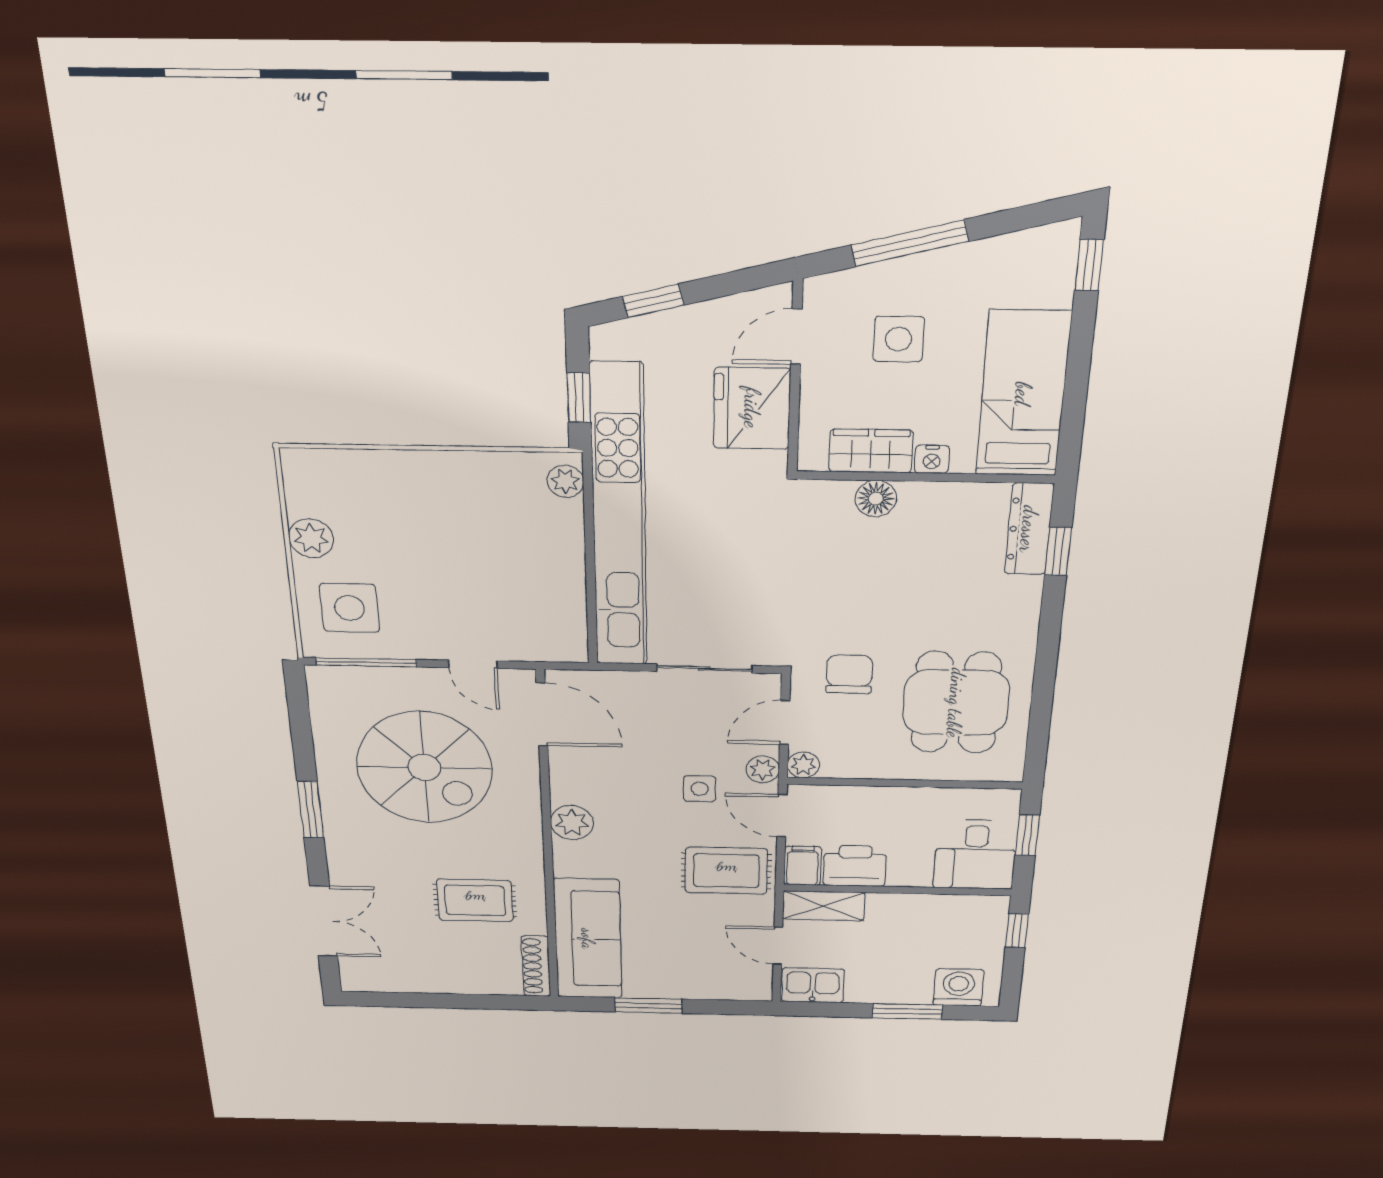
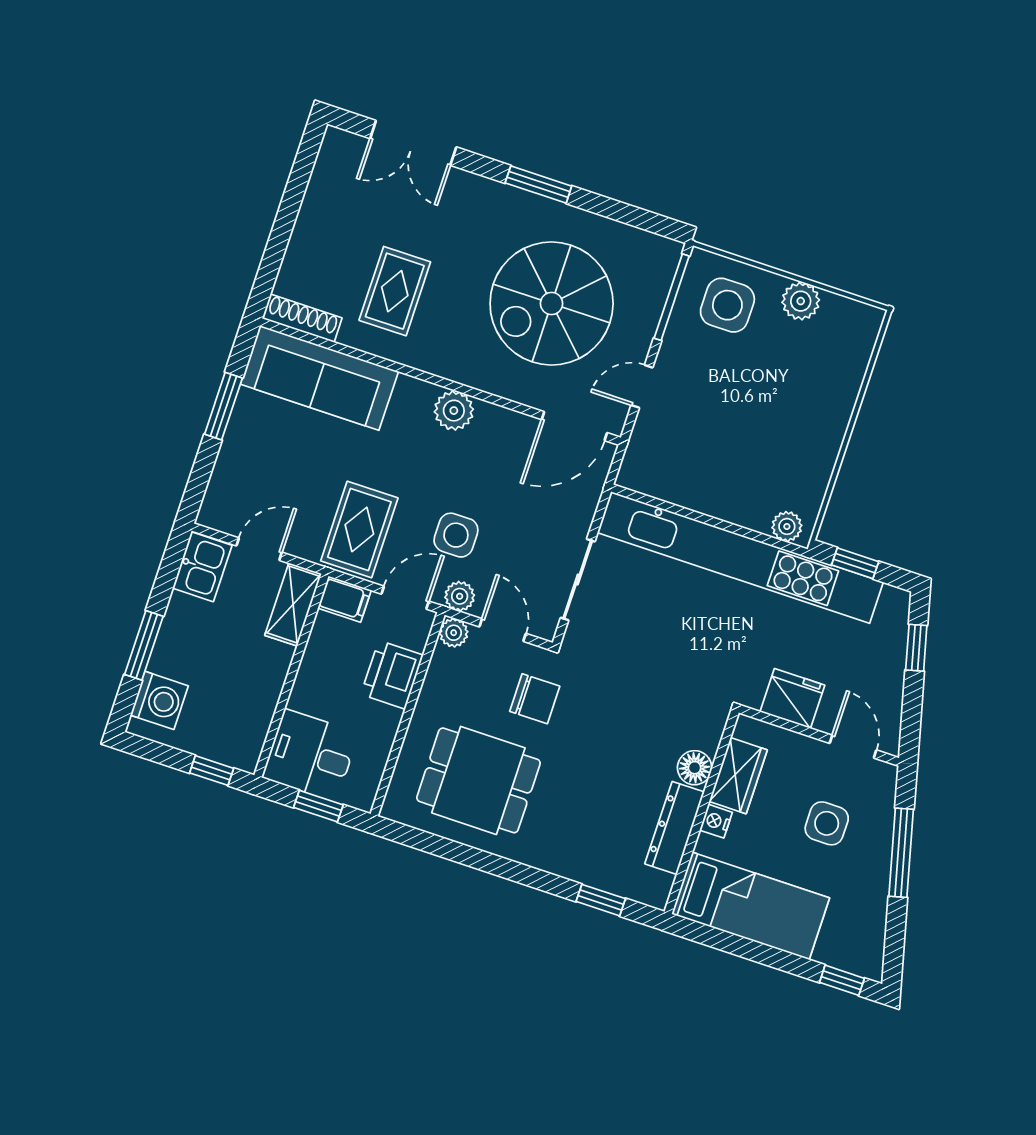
fridge: (752, 408) -> (792, 699), width x0.73, depth x0.75
dresser: (1029, 529) -> (675, 828), moved, turned -90
side table: (700, 789) -> (456, 535), width x1.37, depth x1.37
printer: (855, 866) -> (392, 675), moved, turned 180

